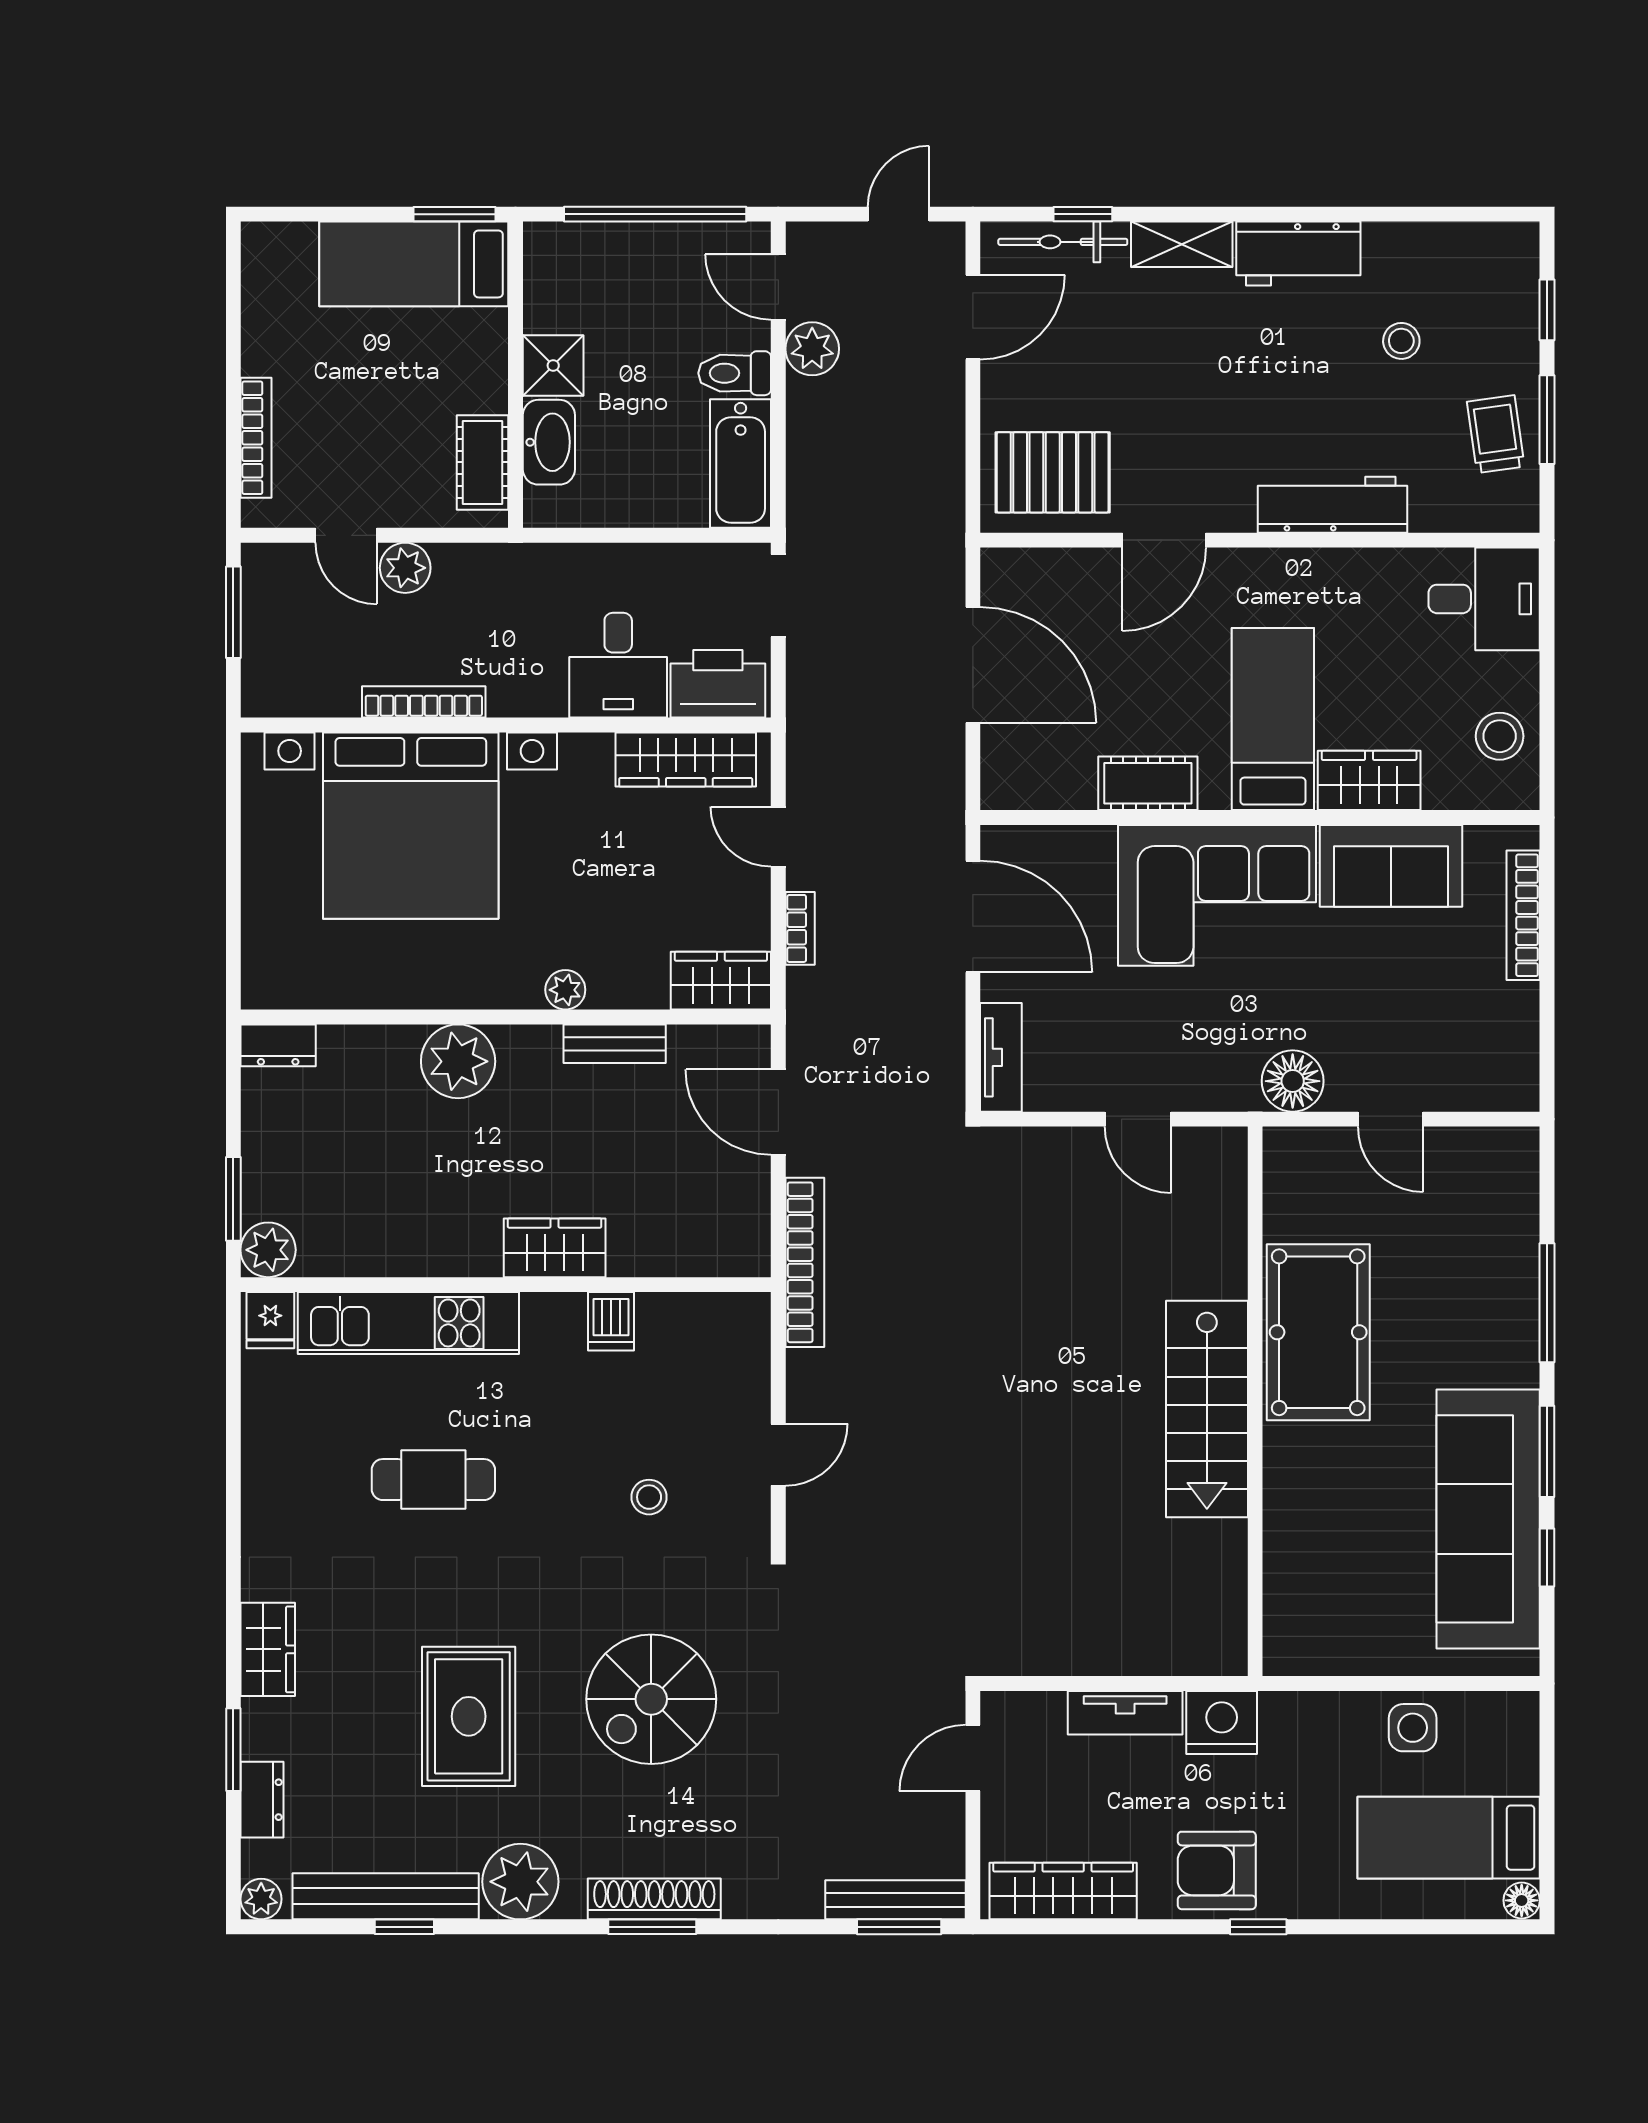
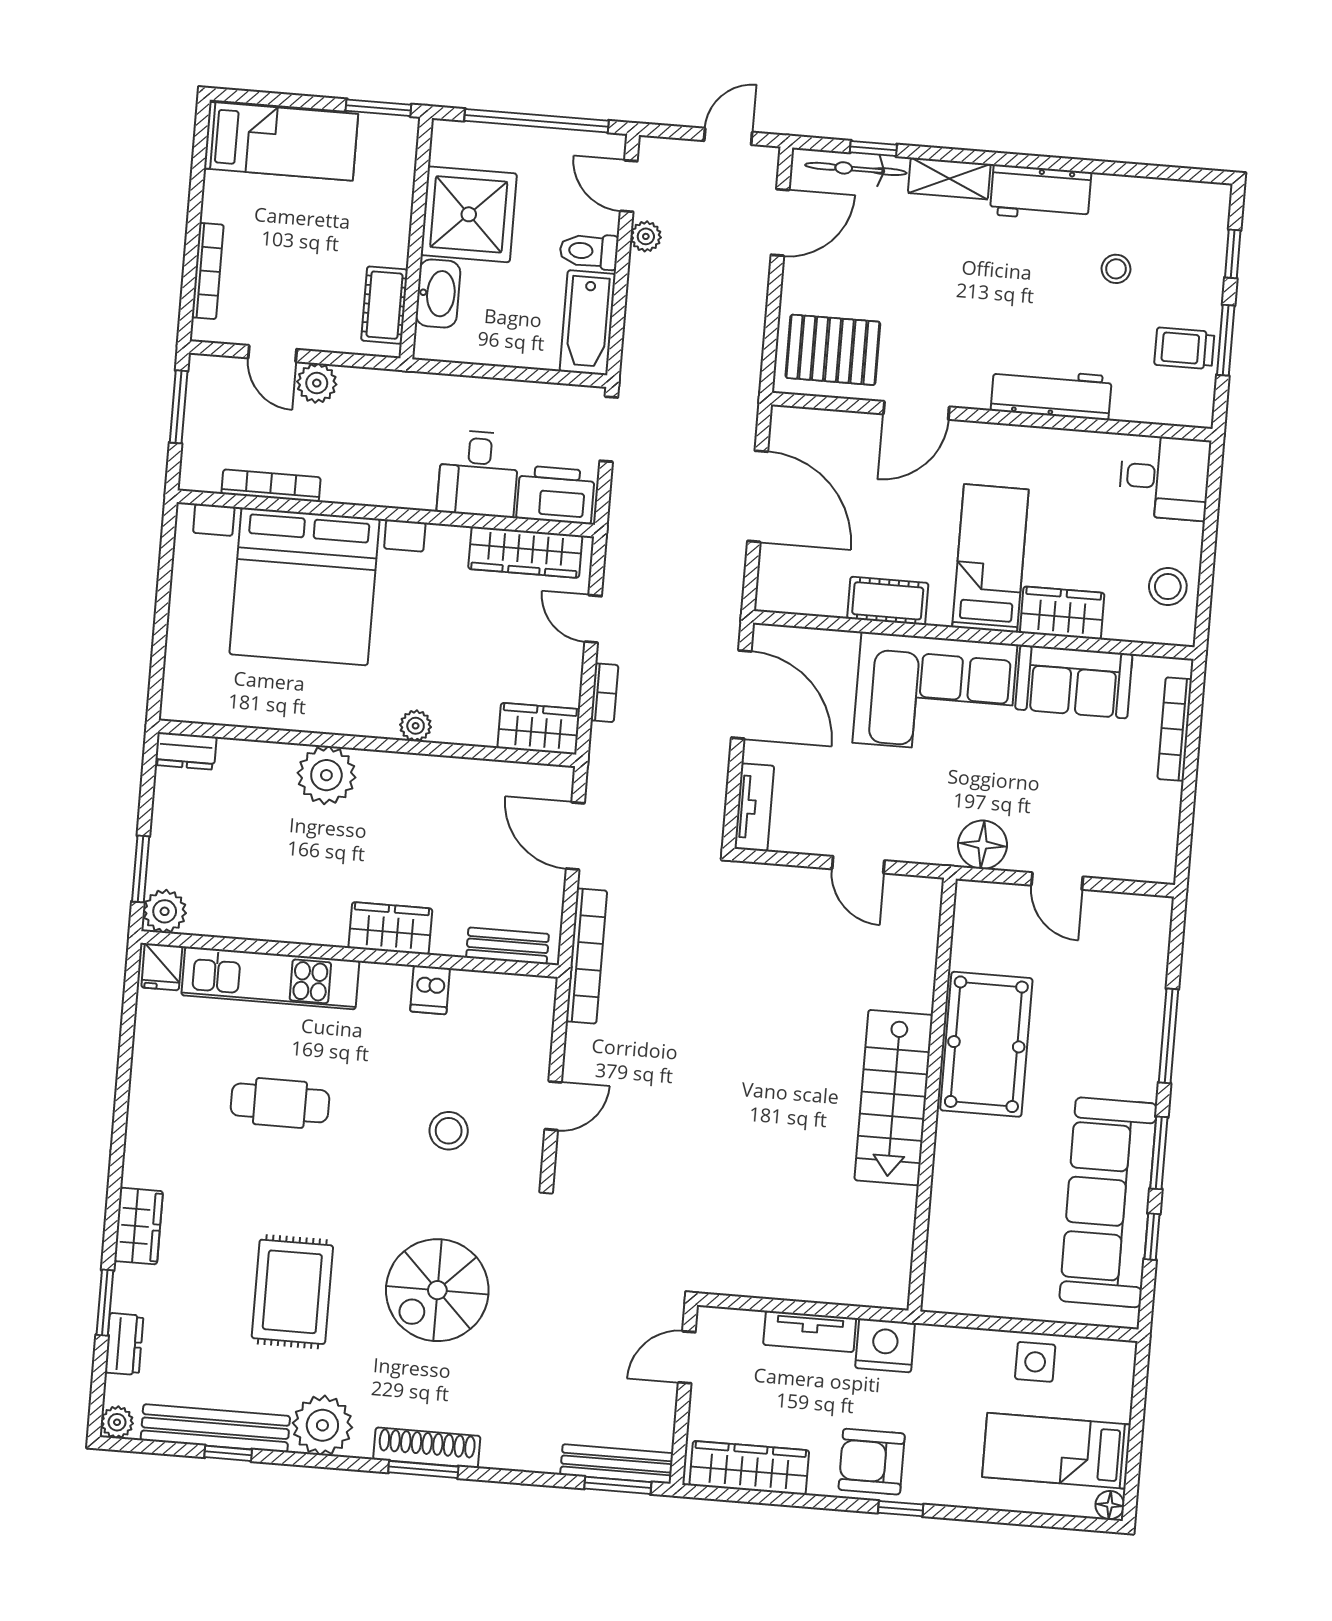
bed: (414, 264) -> (281, 141), moved, turned 180
plant: (812, 349) -> (646, 236), width x0.73, depth x0.73
shower: (553, 365) -> (469, 214), width x1.86, depth x1.86
trolley: (1496, 434) -> (1184, 348), turned -82
bookcase: (424, 702) -> (271, 486), moved
bench: (615, 1044) -> (508, 946), moved
stool: (649, 1497) -> (449, 1131), width x1.37, depth x1.37

